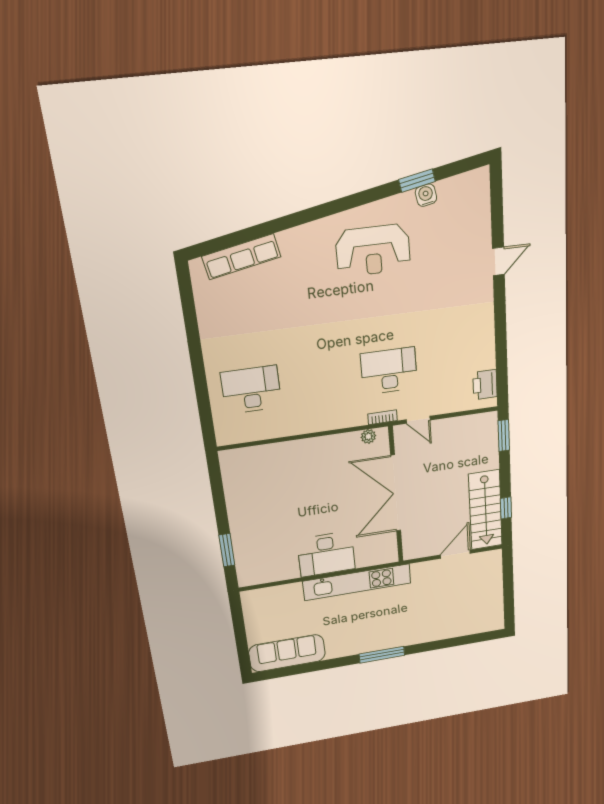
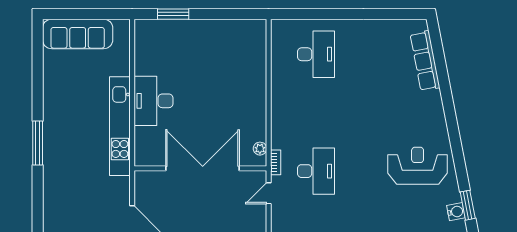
reception desk: (373, 250) -> (418, 166), turned 90
sofa: (287, 653) -> (78, 34), moved, turned 90

